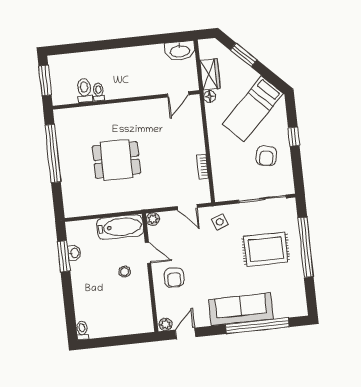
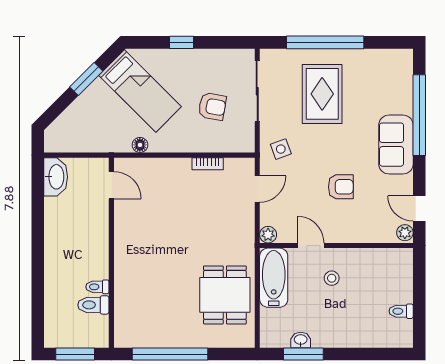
window: (244, 55) -> (86, 79), moved
wardrobe: (210, 74) -> (90, 141), removed
floor lamp: (210, 96) -> (140, 145), moved
armchair: (266, 156) -> (212, 106), moved
dining table: (116, 160) -> (225, 295), moved
door: (148, 253) -> (311, 246), hinge flipped
armchair: (174, 277) -> (341, 187), moved
sofa: (241, 309) -> (396, 145), width x0.73
toilet: (82, 330) -> (401, 311), moved

